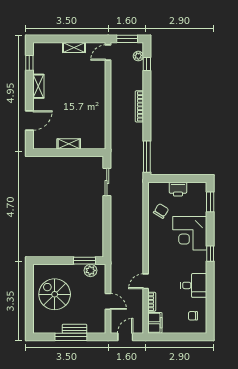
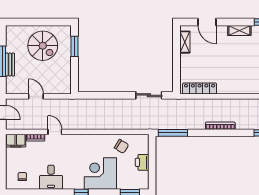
locker: (100, 128) -> (200, 88), added
shelving: (69, 144) -> (185, 42), moved
window: (85, 261) -> (74, 46), moved
plant: (90, 270) -> (65, 80), removed
spiral stairs: (55, 294) -> (43, 46), turned 90
door: (108, 301) -> (36, 96), swing flipped

